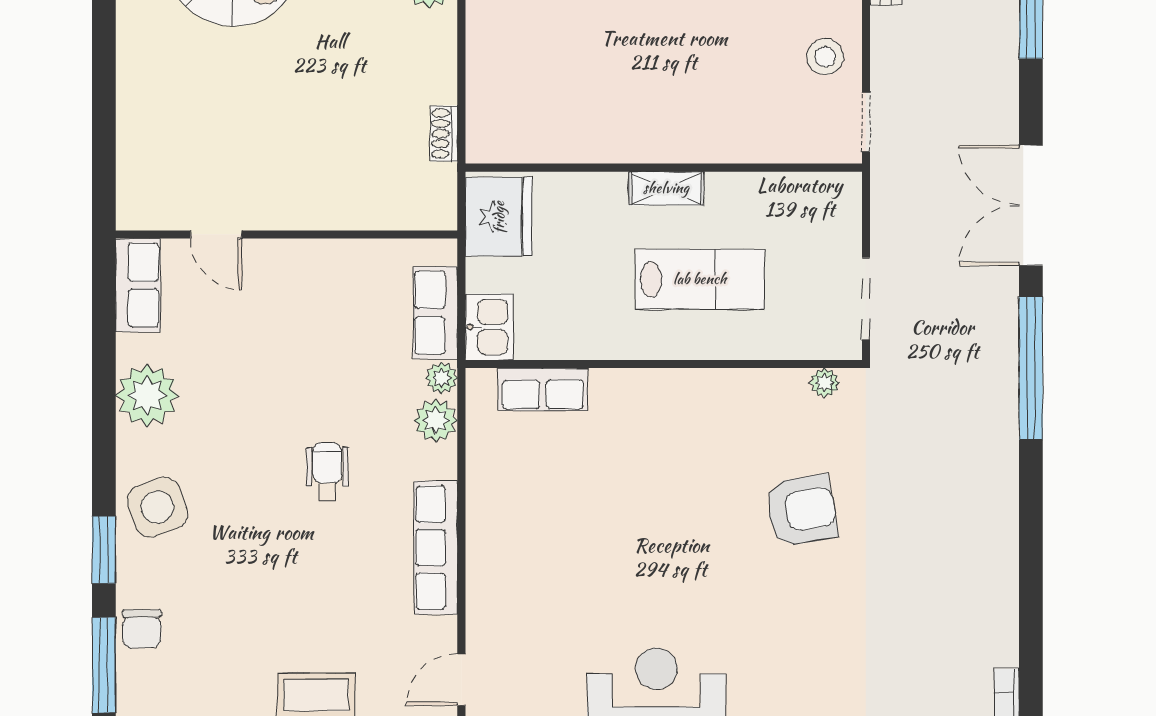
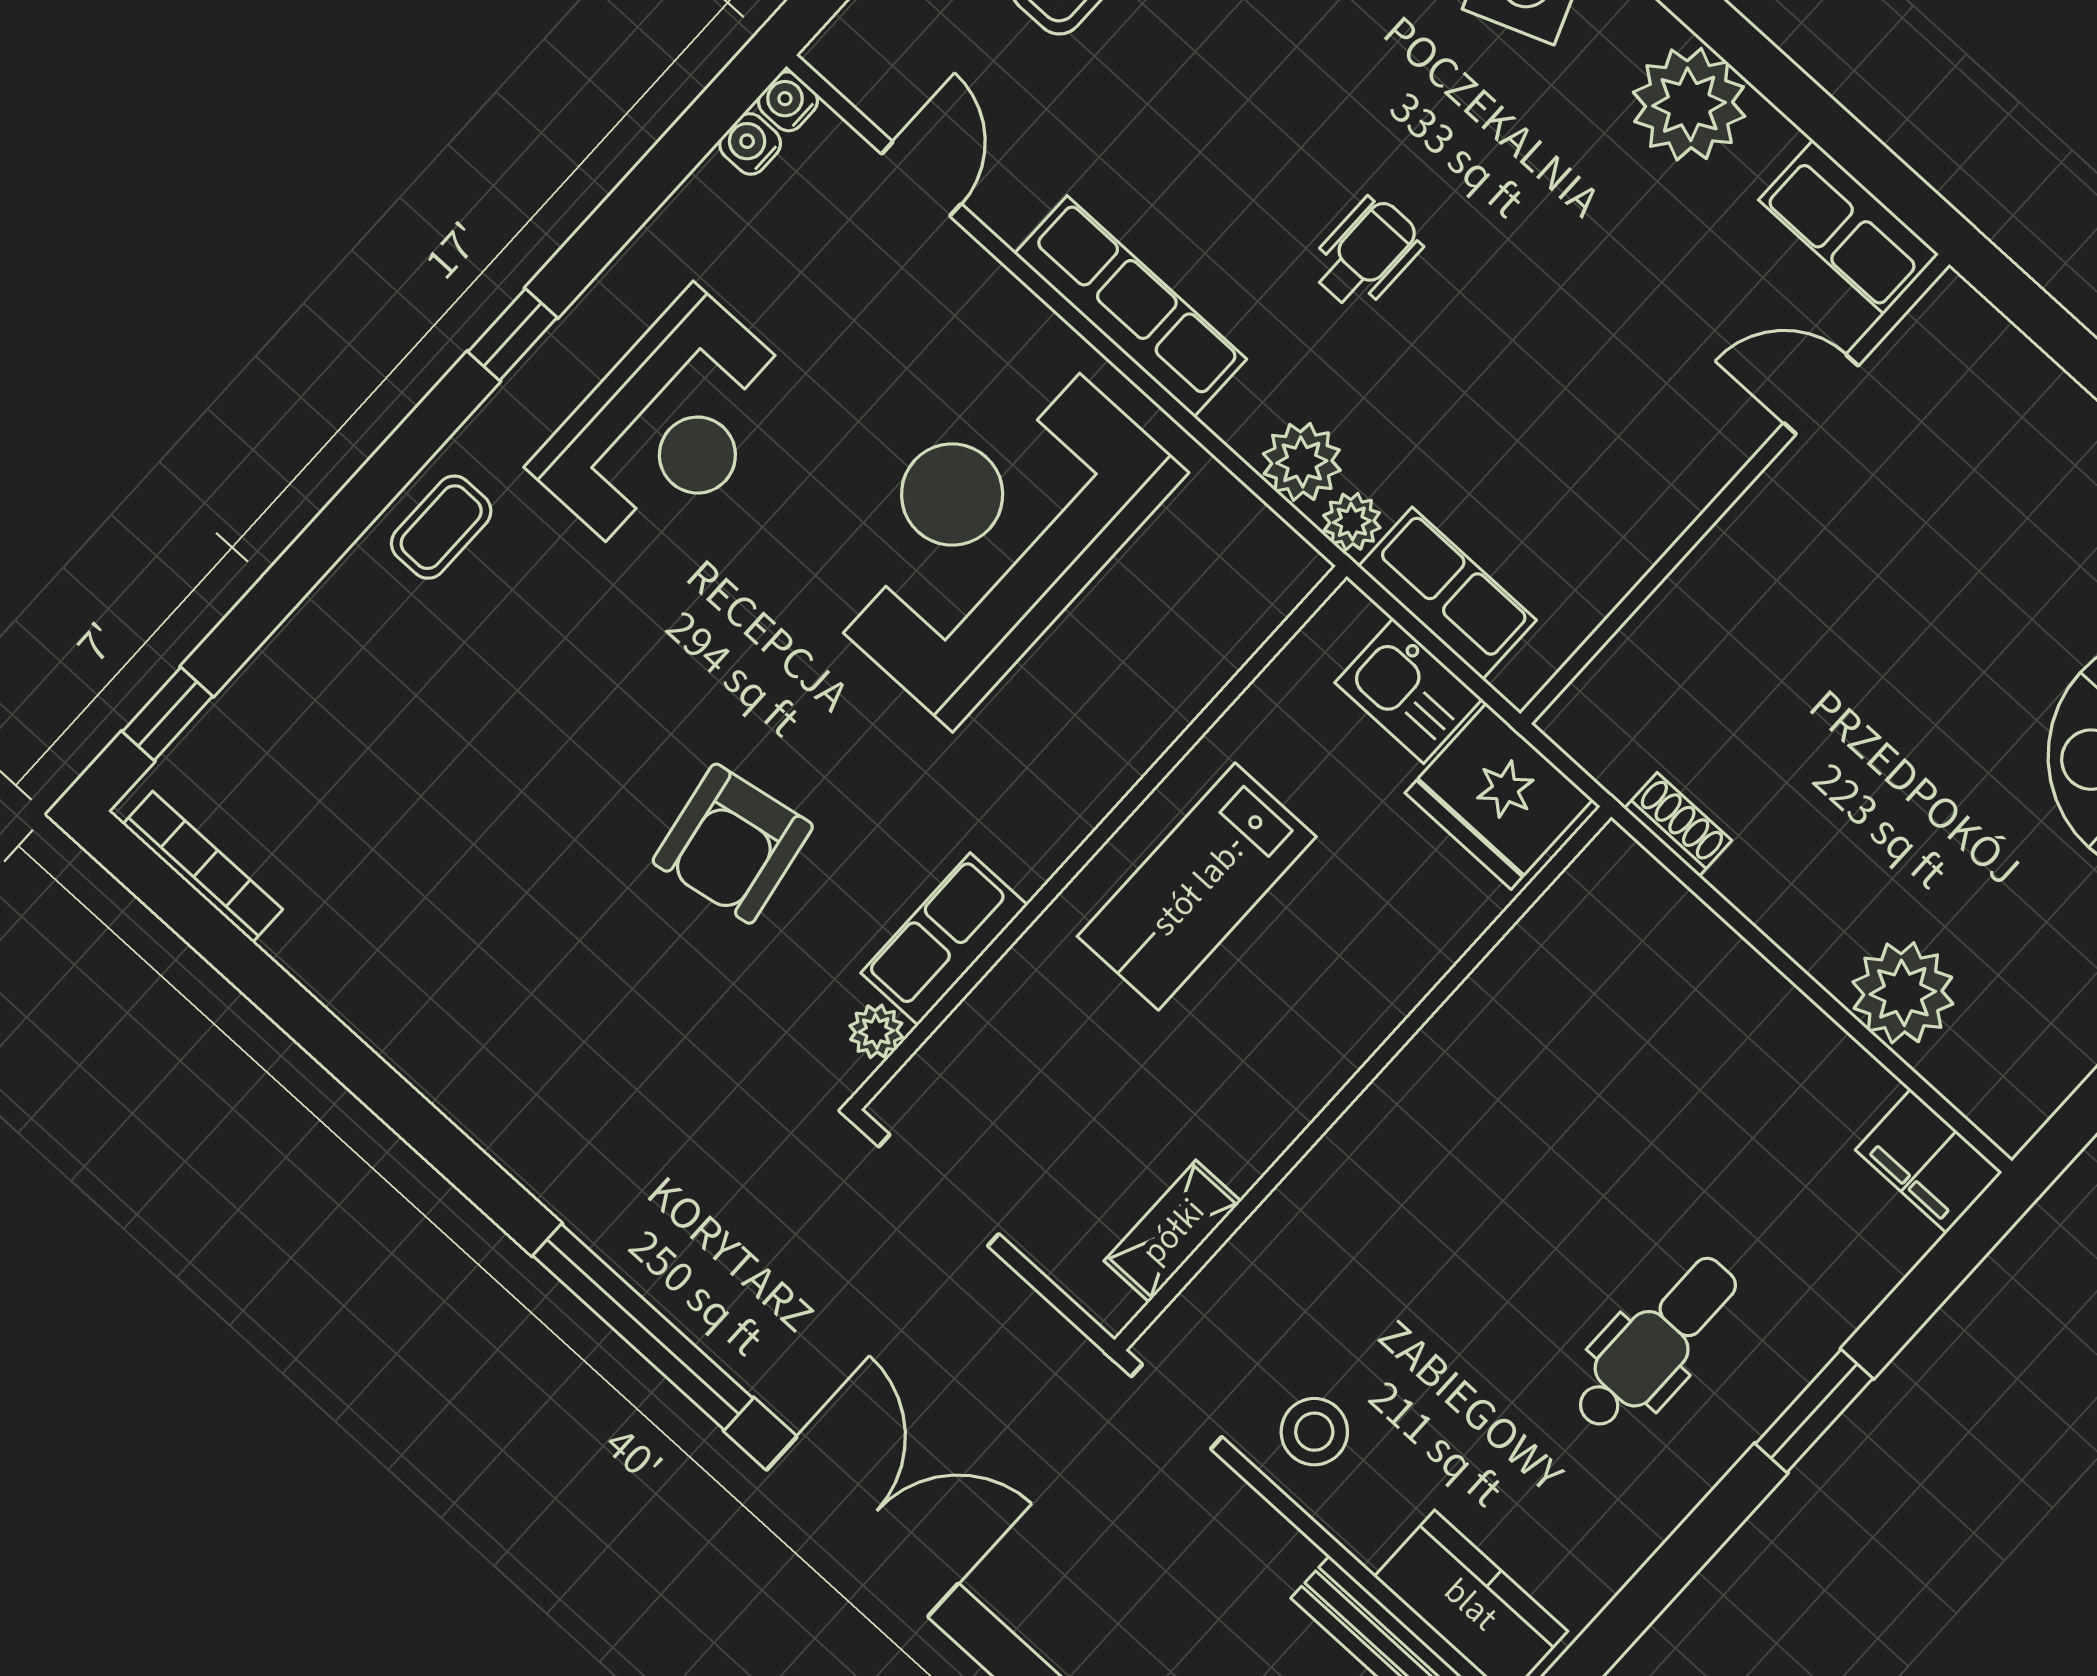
shelving: (666, 188) -> (1173, 1231), moved
lab bench: (700, 279) -> (1197, 887), moved
kitchen sink: (489, 327) -> (1409, 691), moved
row of seats: (543, 389) -> (944, 939), moved
wheelchair: (327, 471) -> (1366, 254), turned -90
reception desk: (578, 520) -> (993, 531), added

